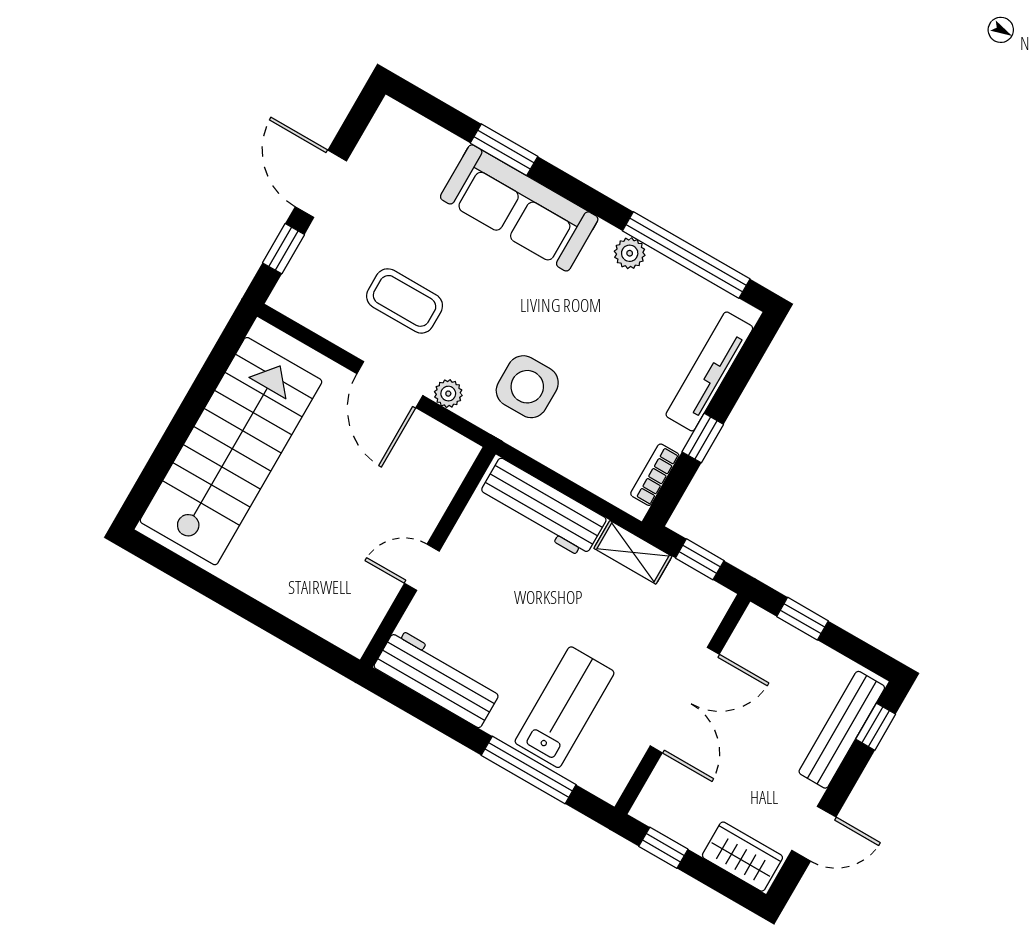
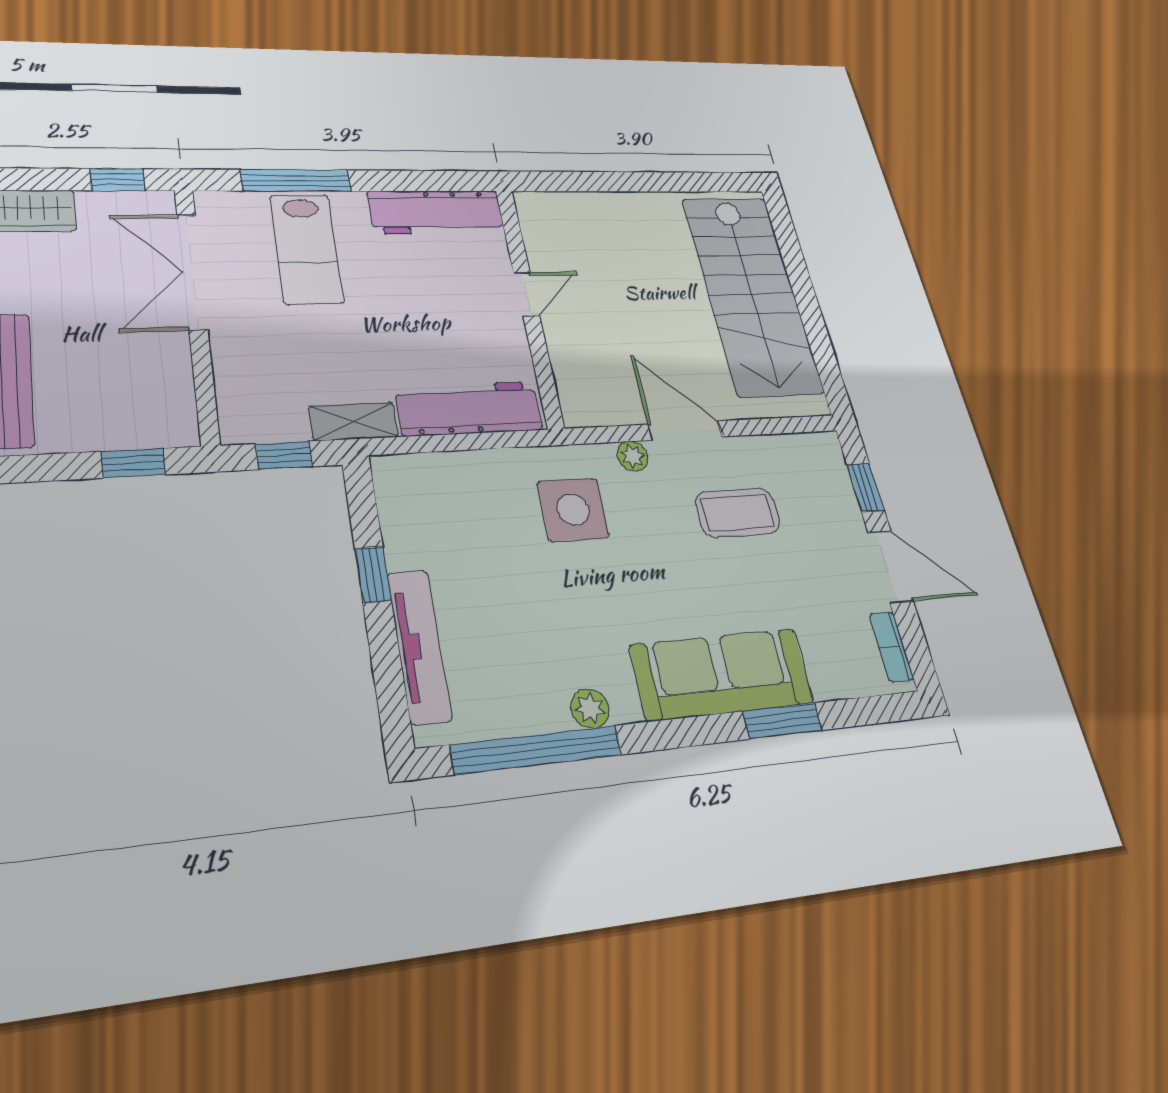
bookcase: (655, 475) -> (891, 647), moved, turned 180
double door: (685, 700) -> (192, 272), moved

